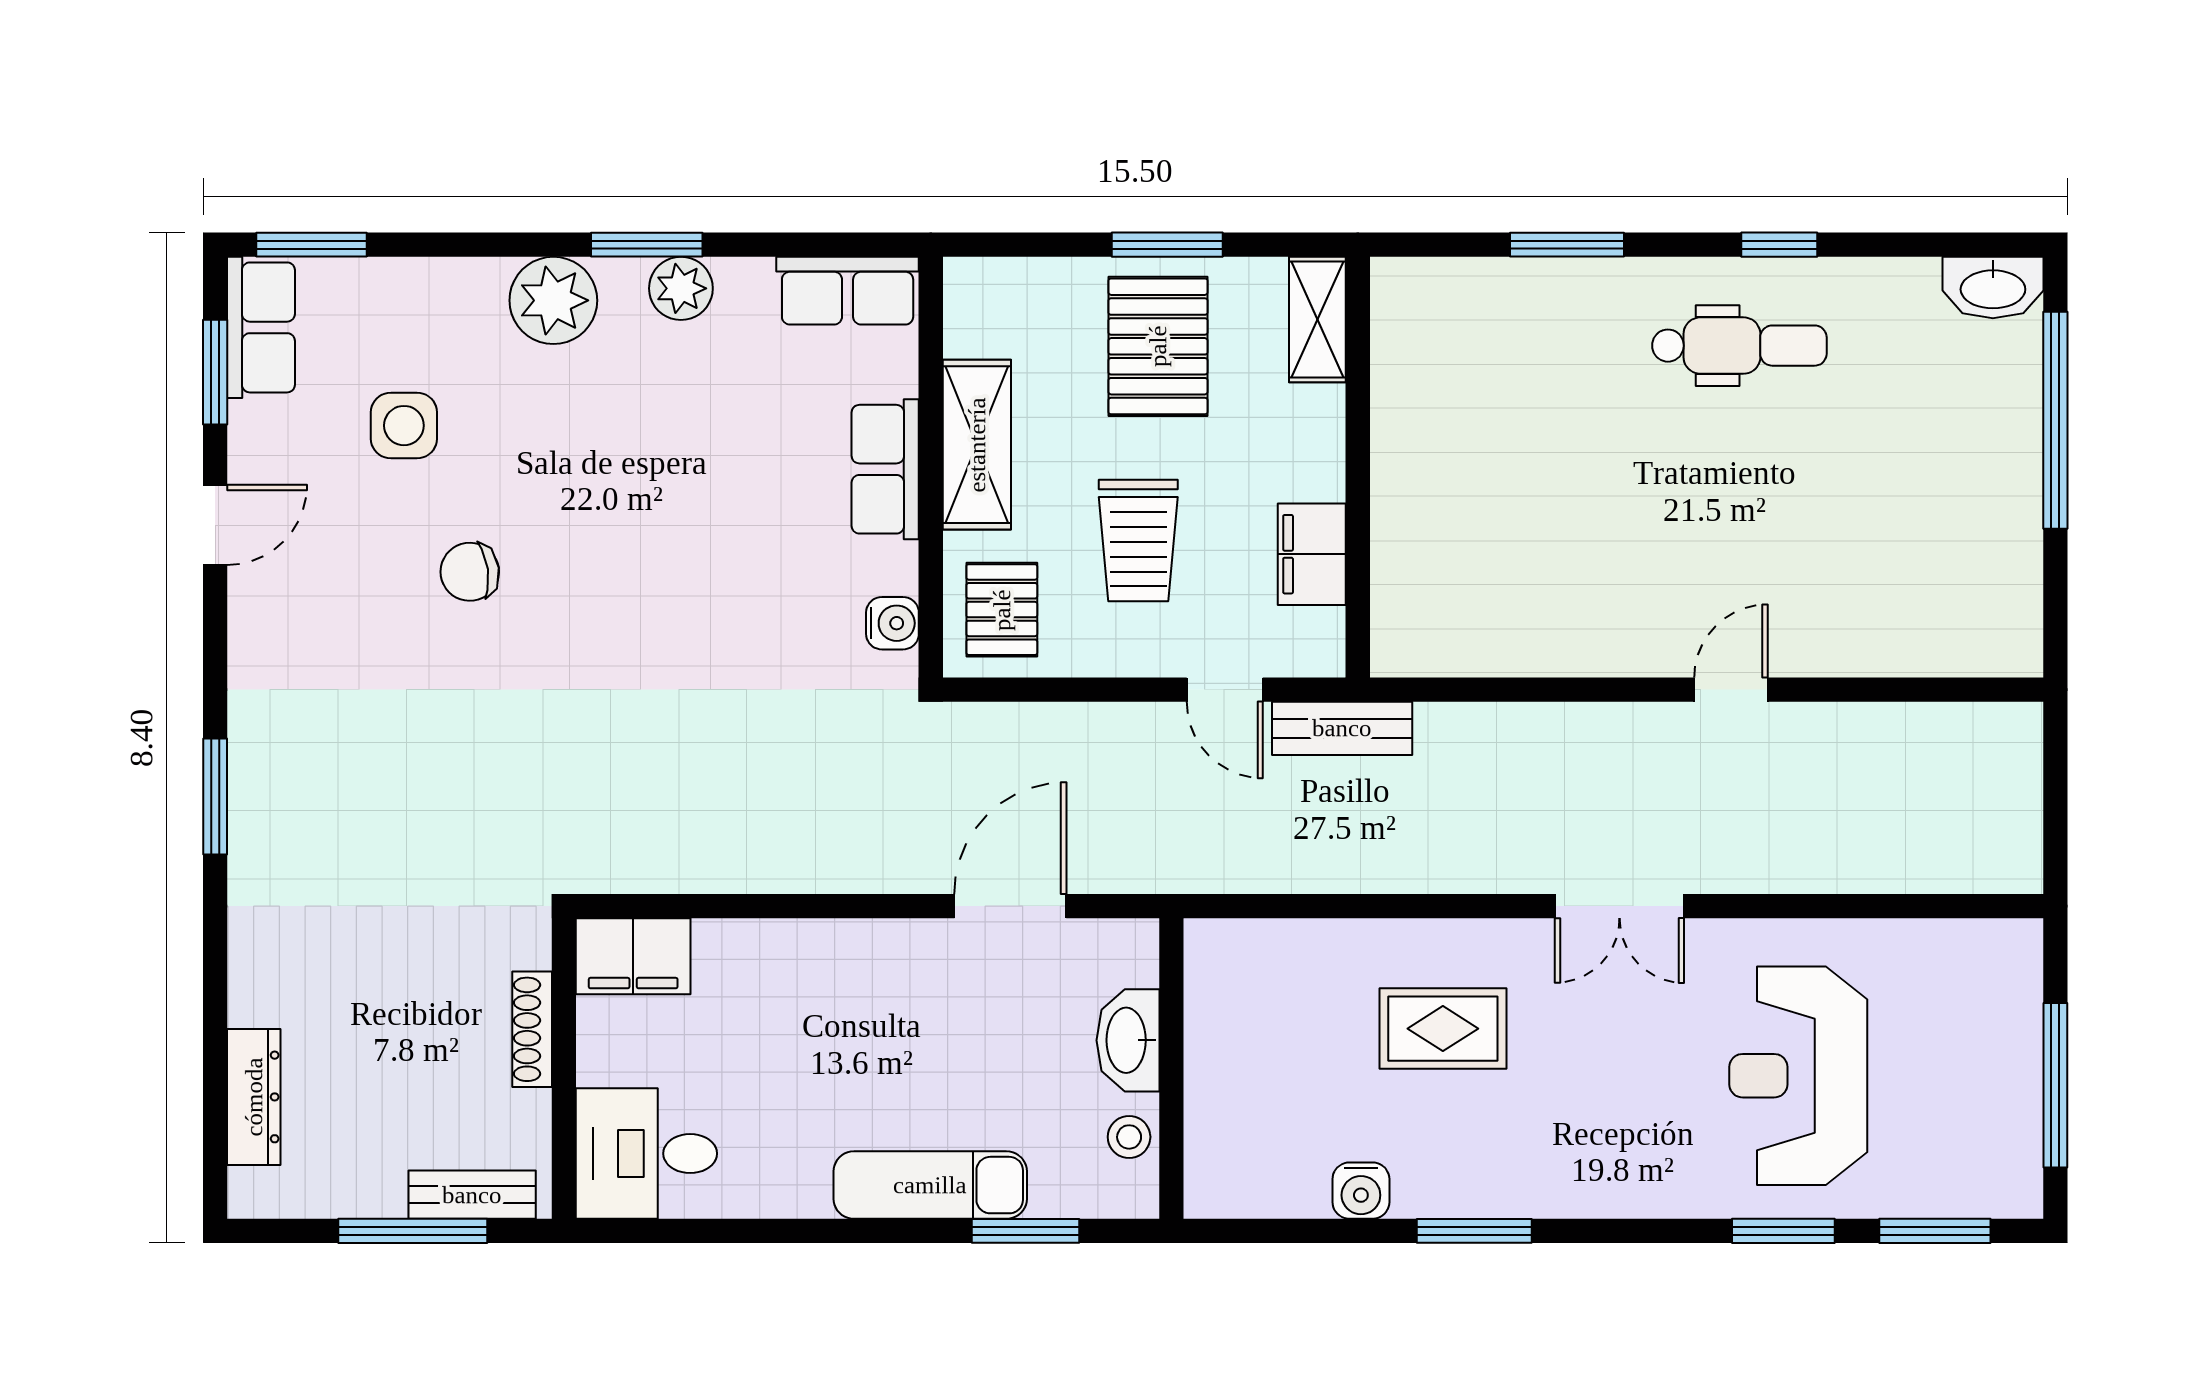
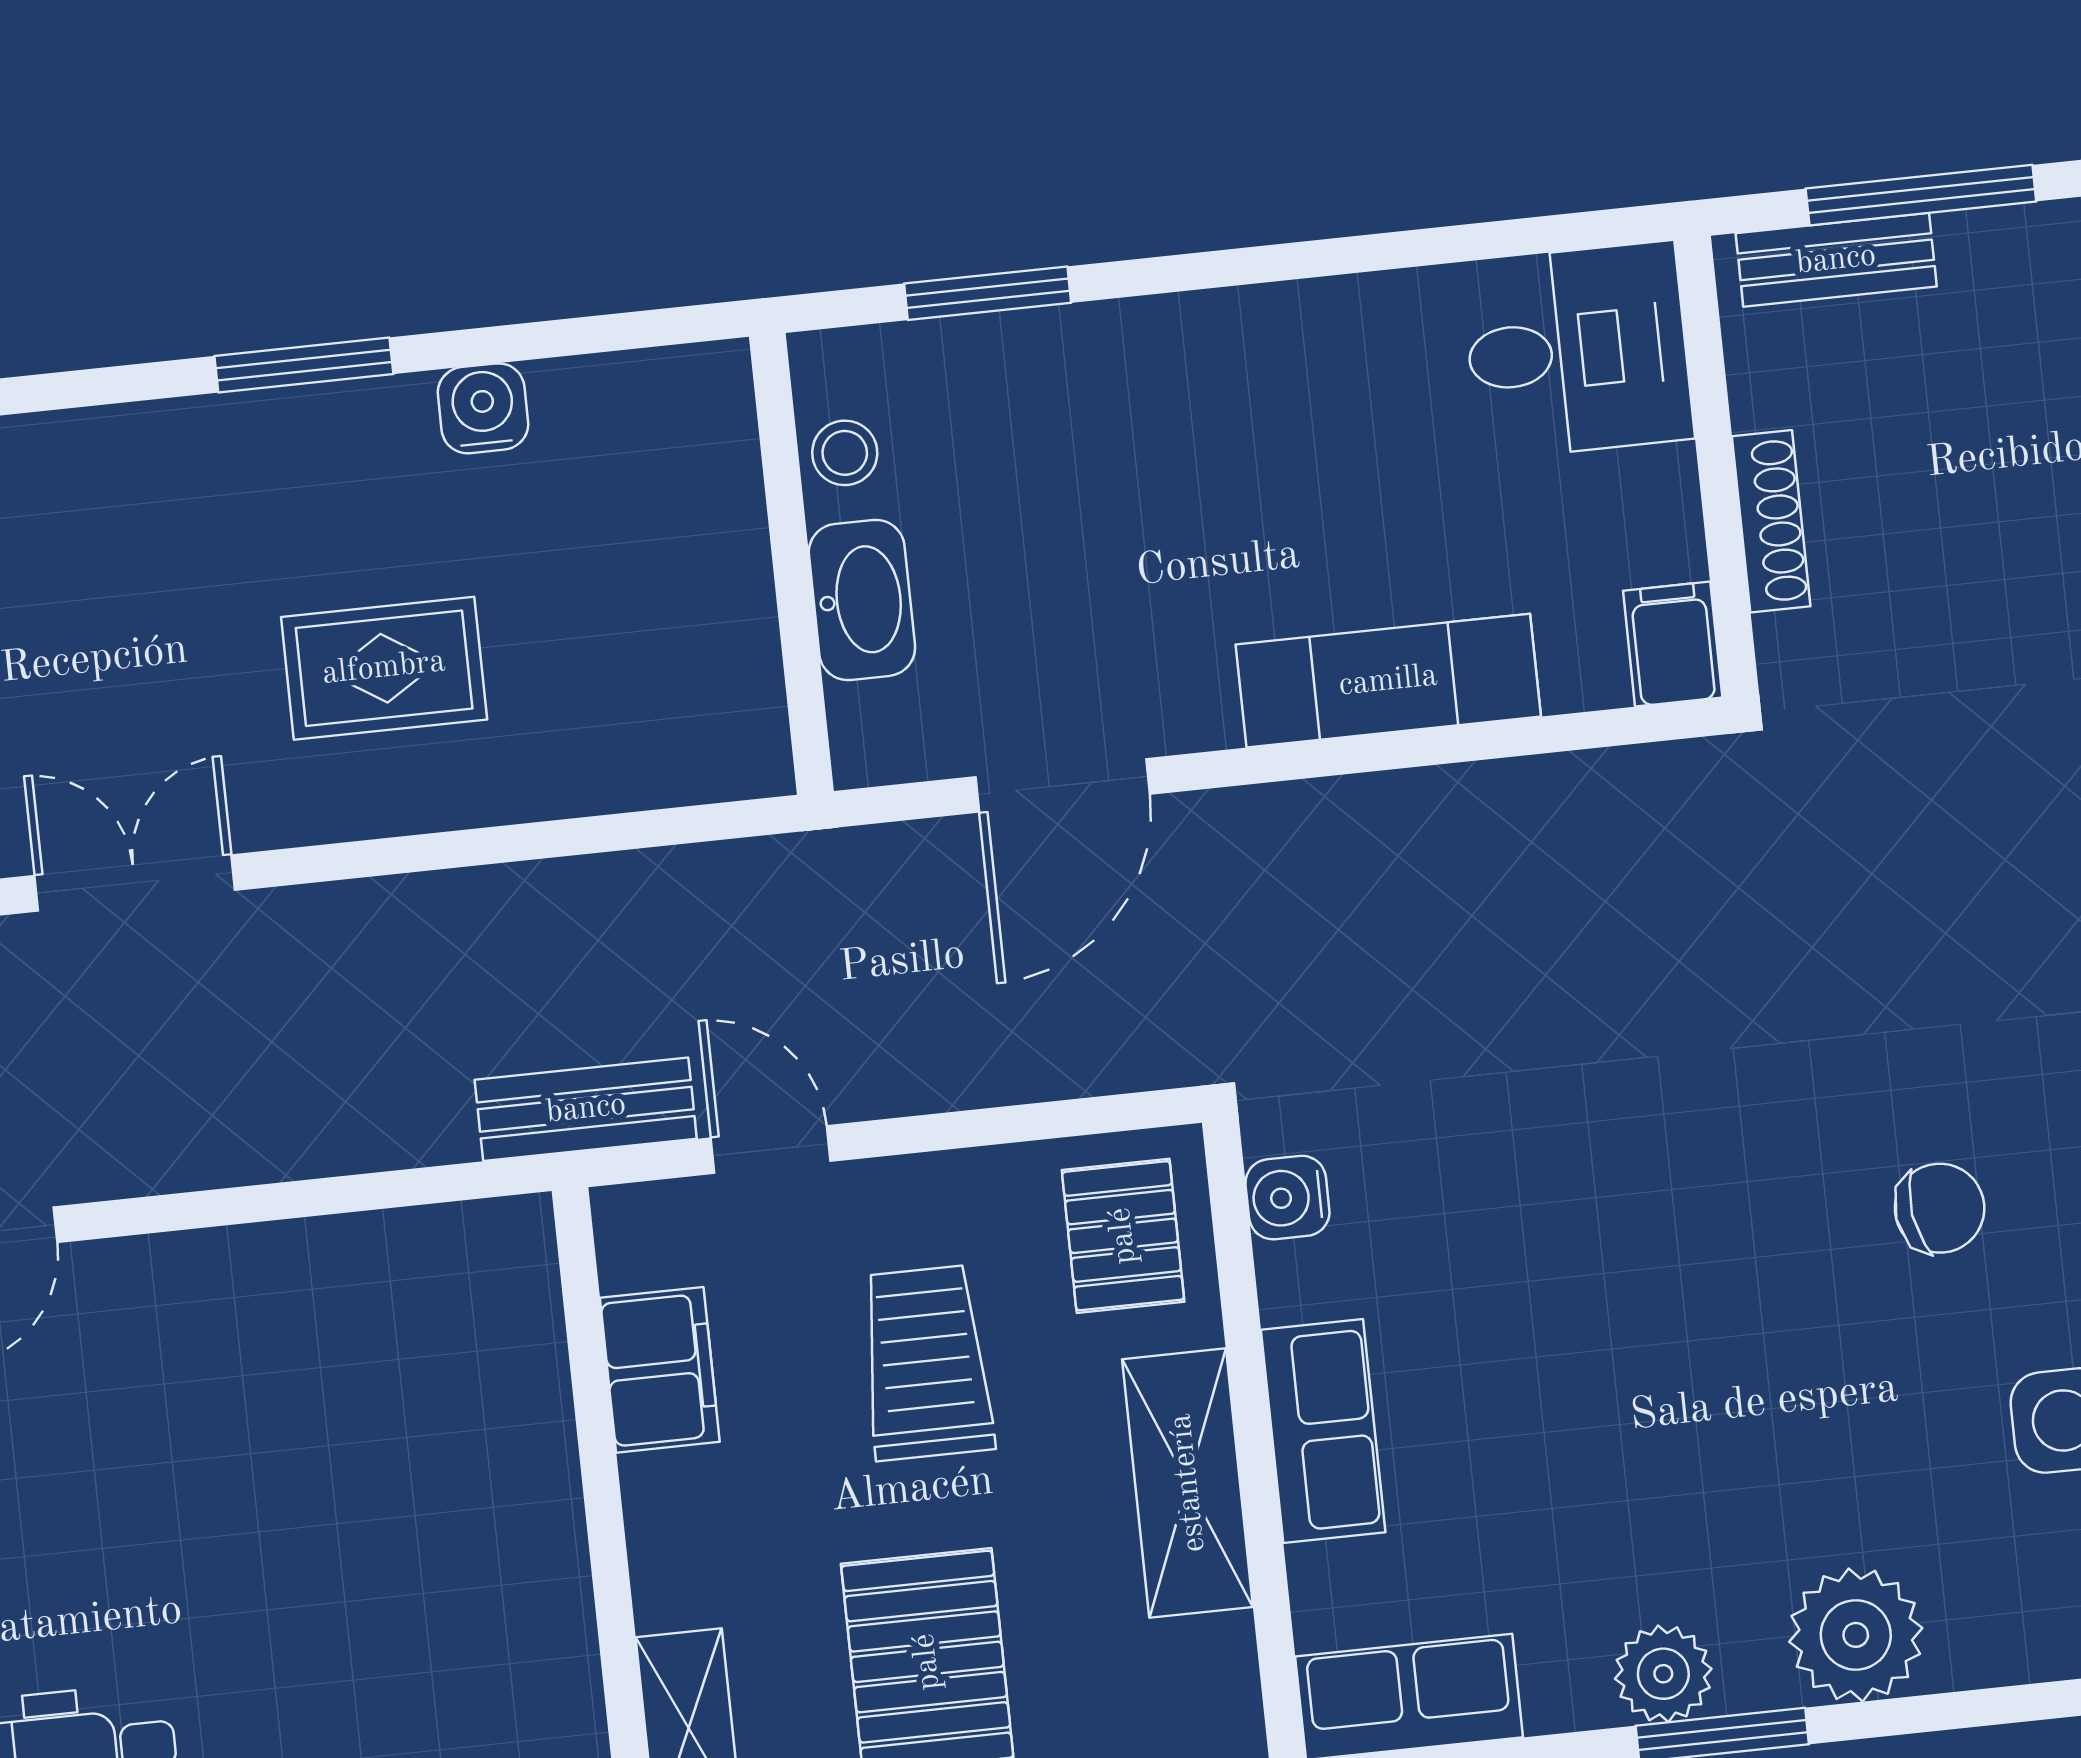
filing cabinet: (633, 956) -> (1673, 644), width x0.50
exam couch: (930, 1185) -> (1388, 681), moved, turned 180

